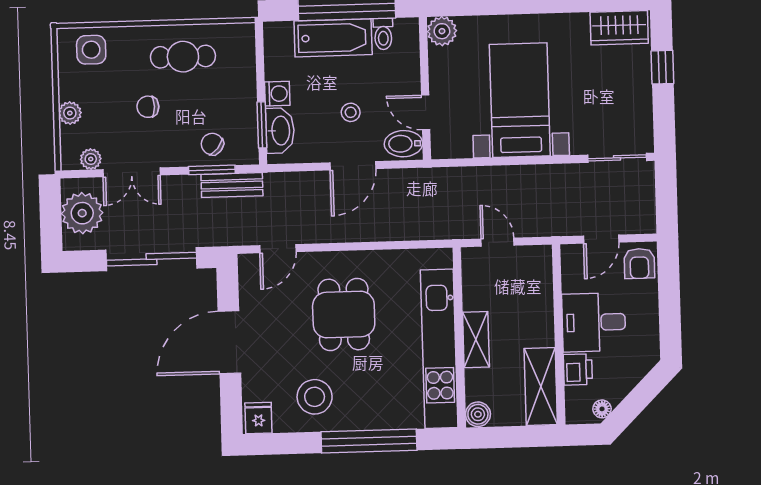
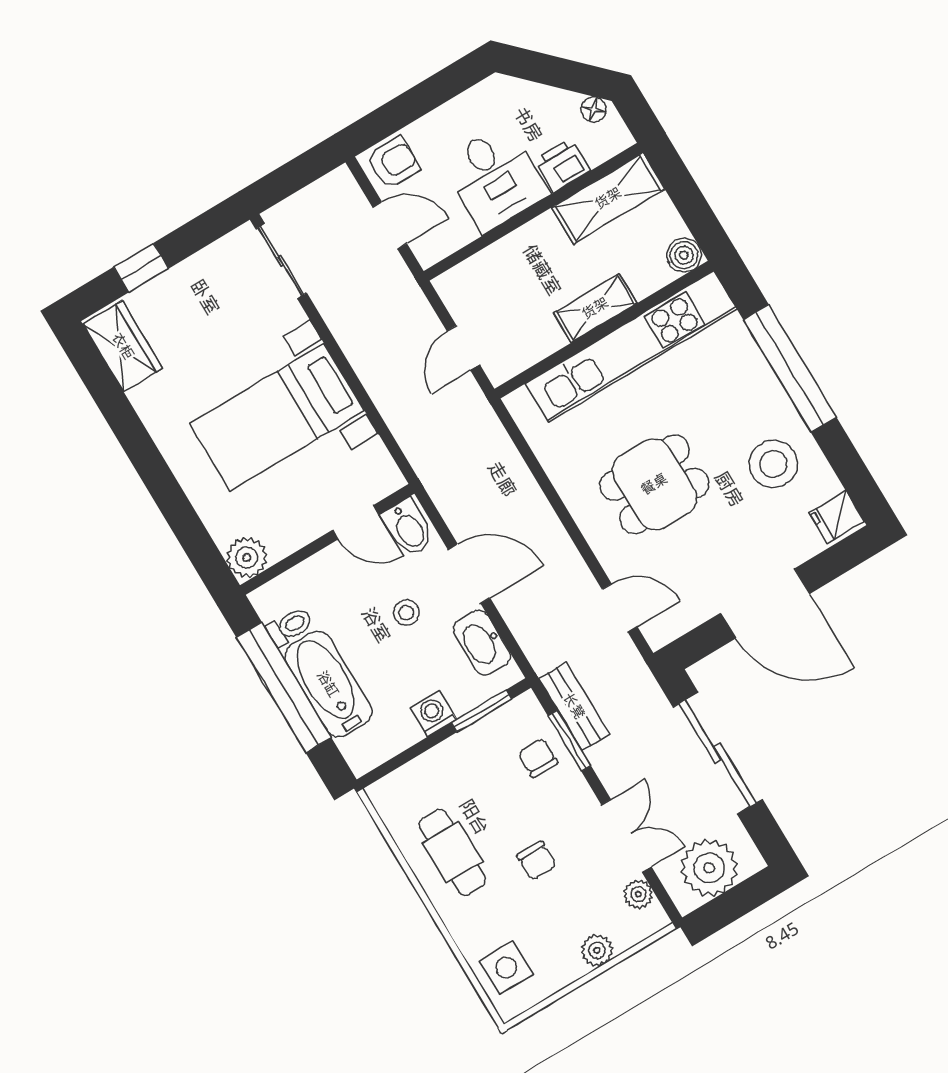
door: (426, 112) -> (356, 522), hinge flipped
washbasin: (280, 131) -> (482, 643), moved, turned -90
chair: (212, 144) -> (538, 758), turned 141

